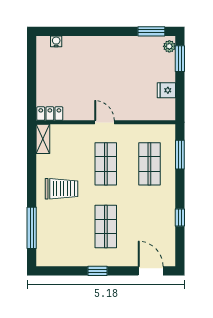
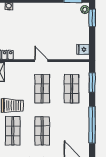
fridge: (166, 90) -> (83, 49), moved
window: (180, 217) -> (92, 125), width x3.17
shop shelf: (62, 226) -> (13, 131), added

